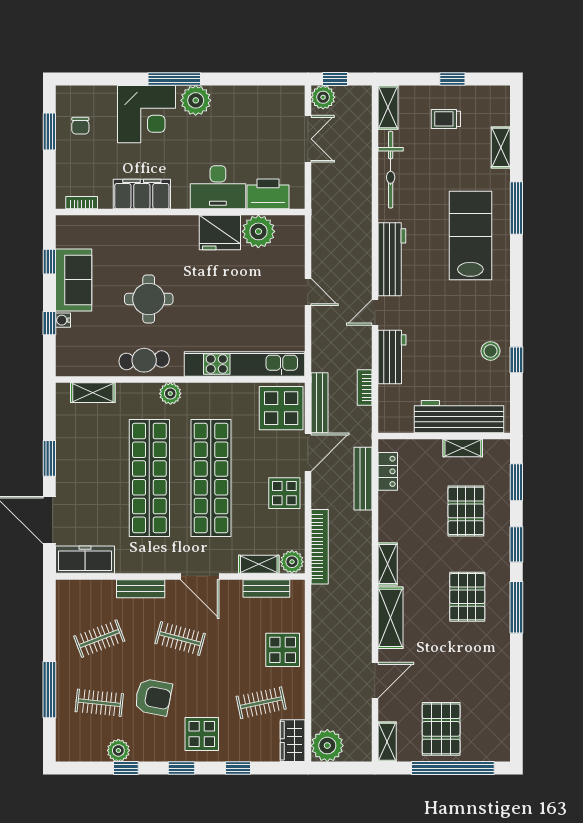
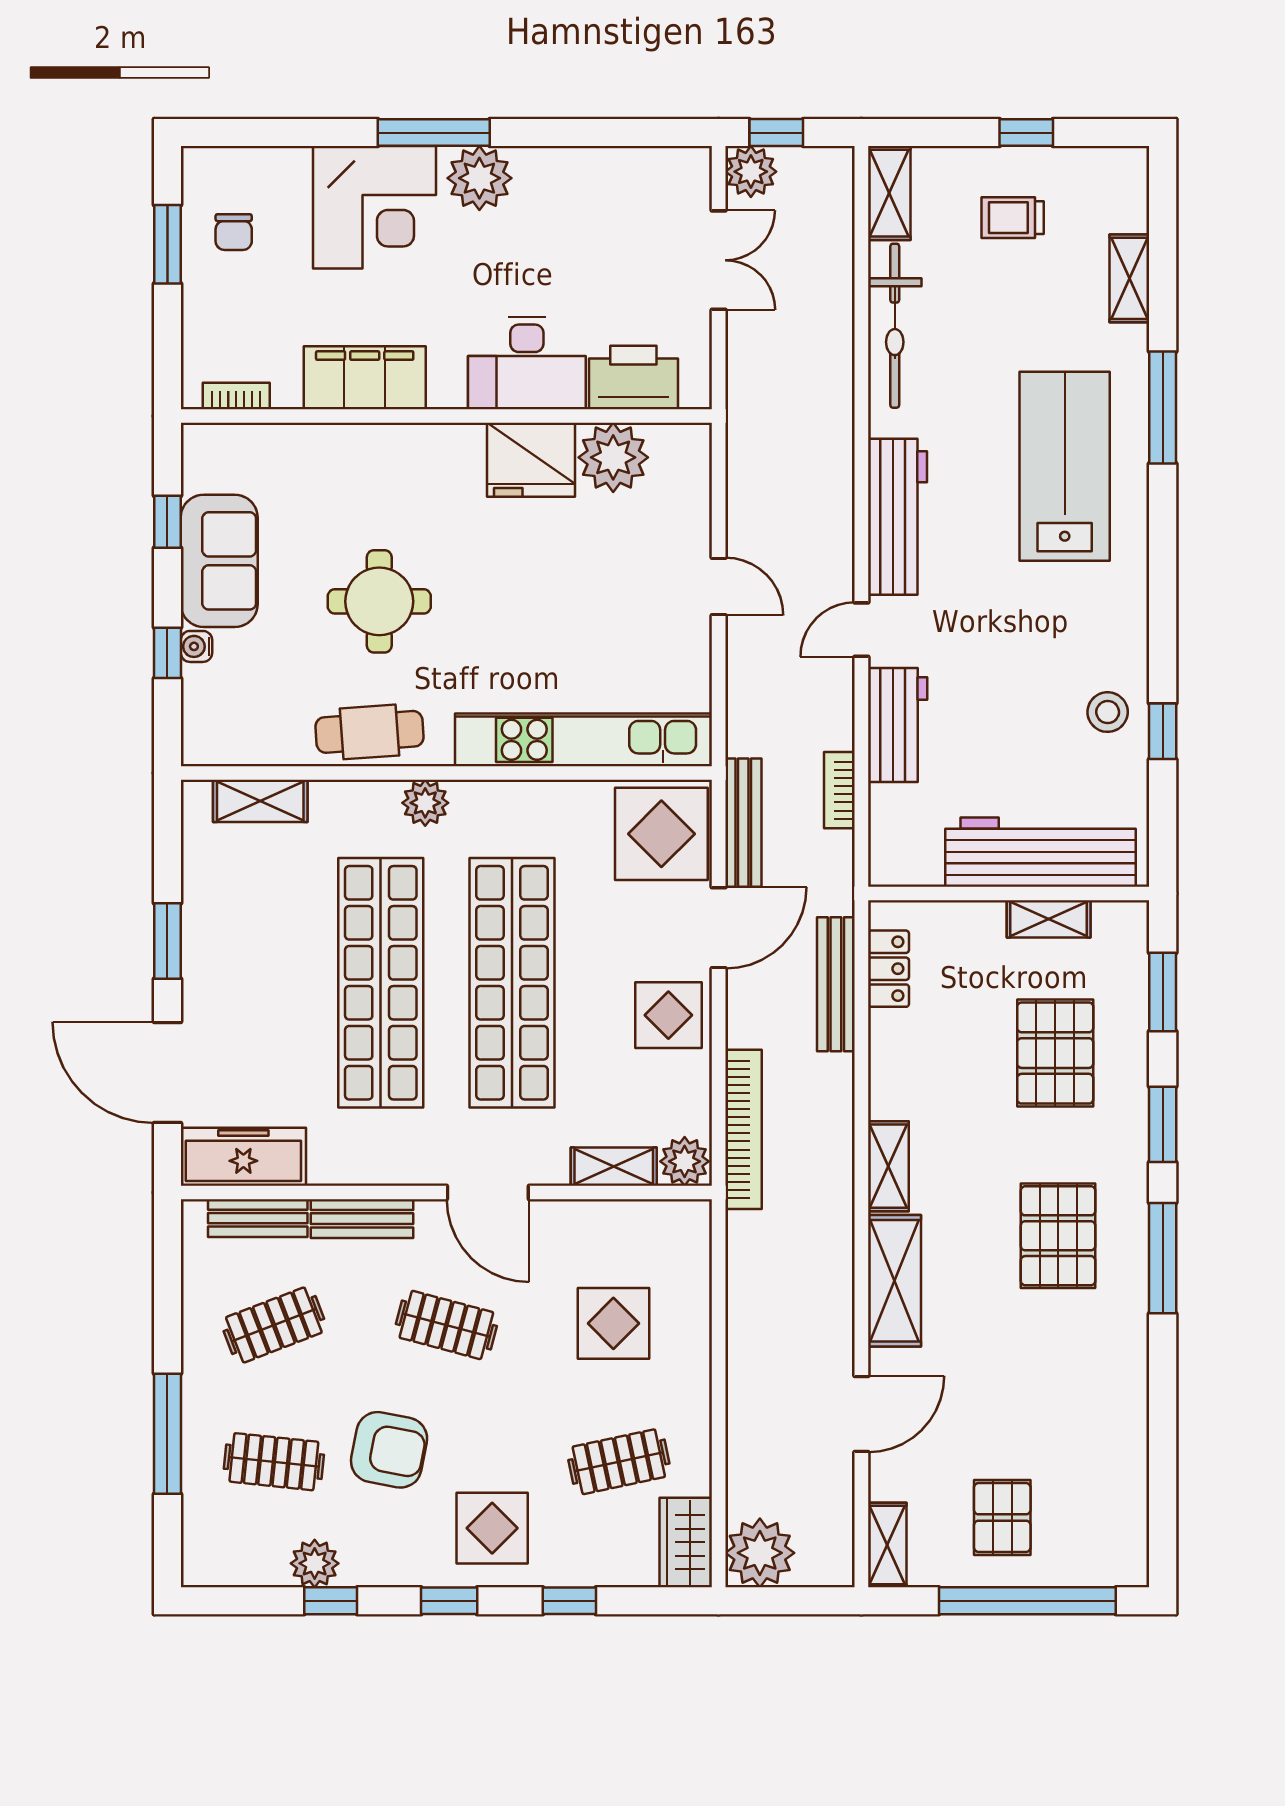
bench: (266, 588) -> (258, 1218), moved
display table: (283, 650) -> (613, 1323), moved
pallet: (441, 729) -> (1002, 1518), width x0.67, depth x0.71

